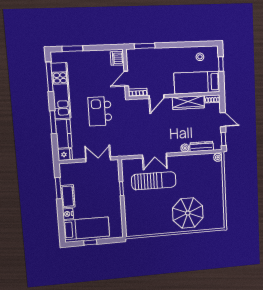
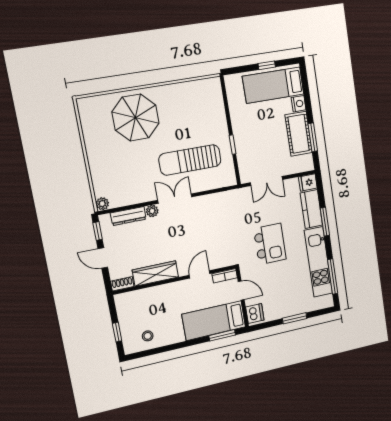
window: (72, 49) -> (295, 318), moved
door: (126, 79) -> (241, 290), hinge flipped
bed: (197, 83) -> (214, 321), moved, turned 180
double door: (155, 156) -> (175, 199), moved
cot: (68, 196) -> (299, 134), width x1.37, depth x1.34

